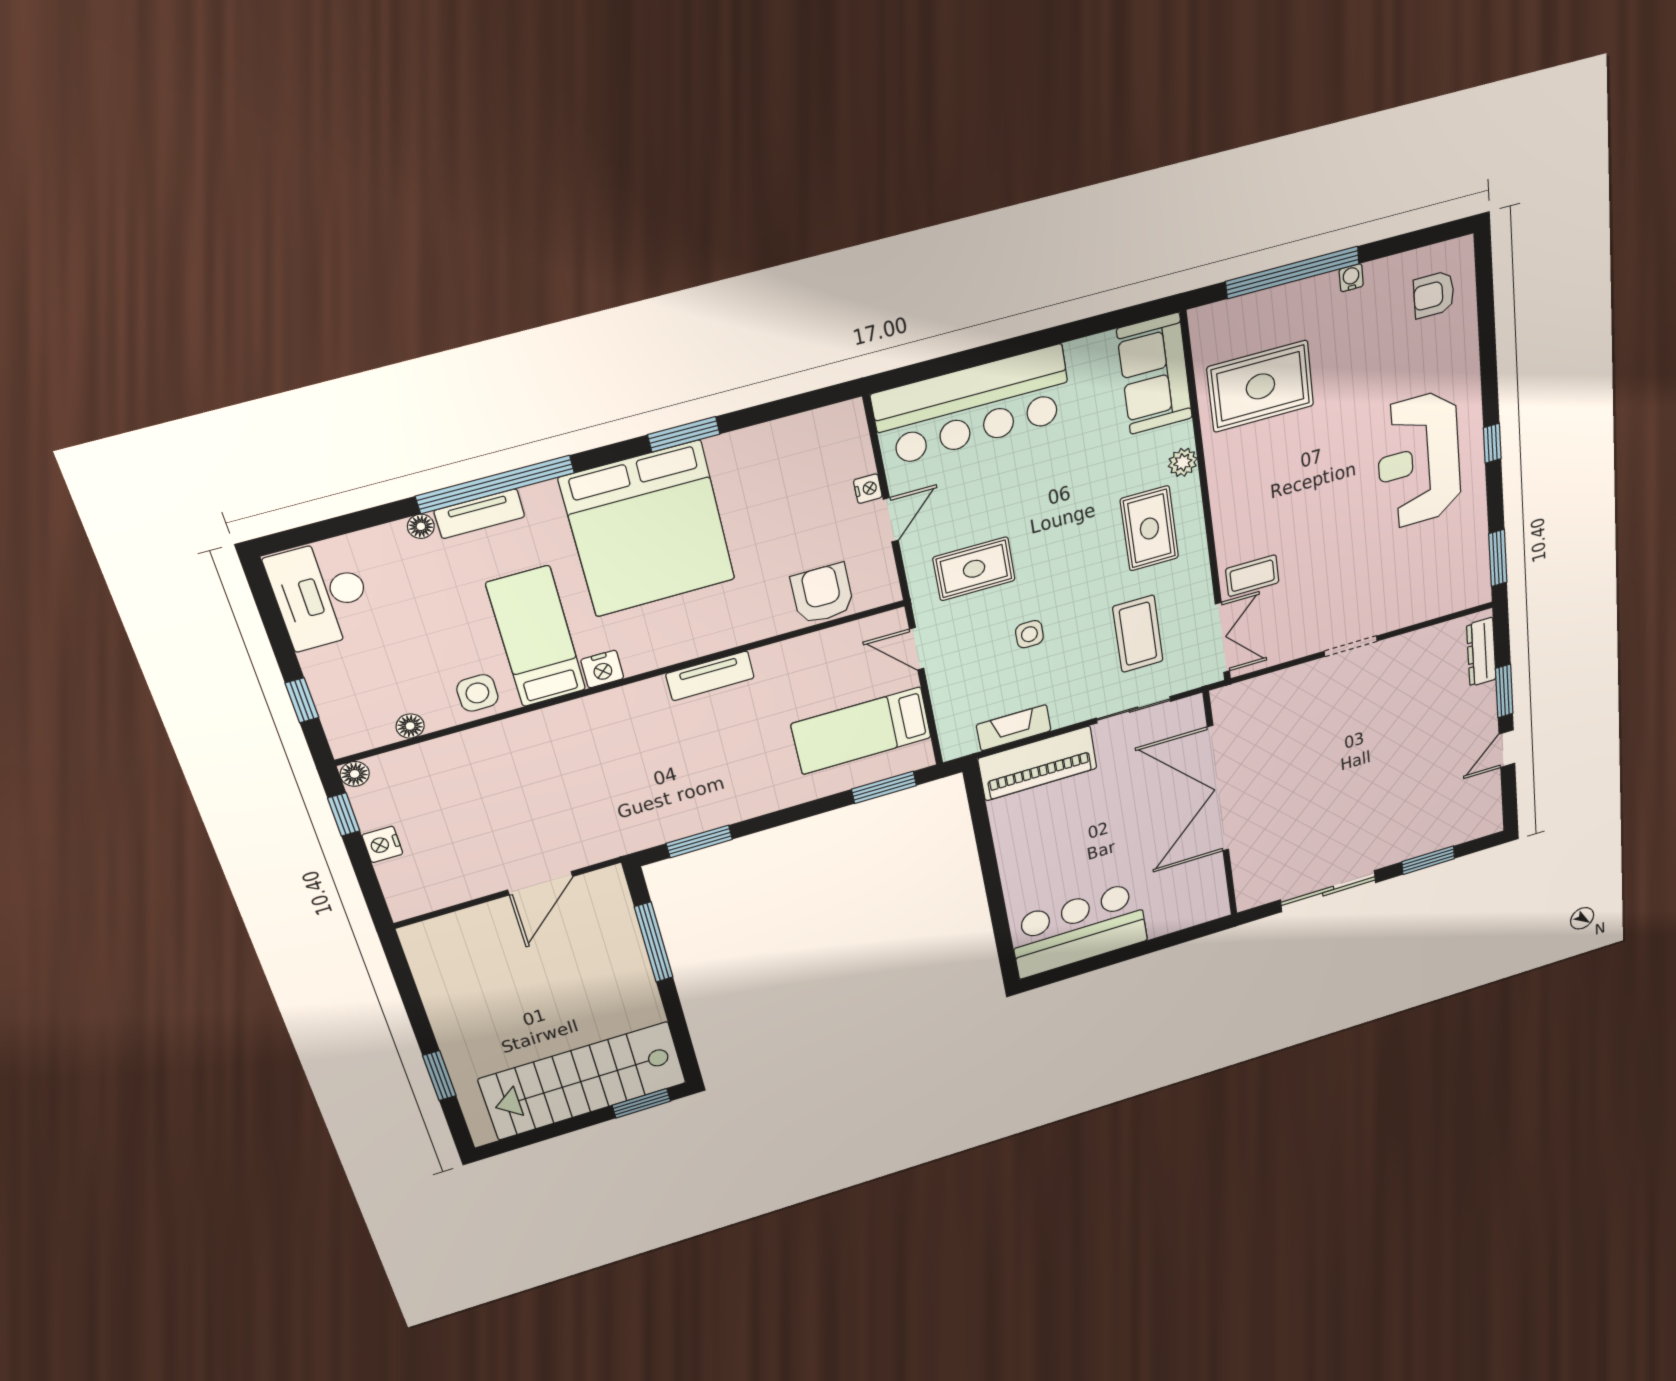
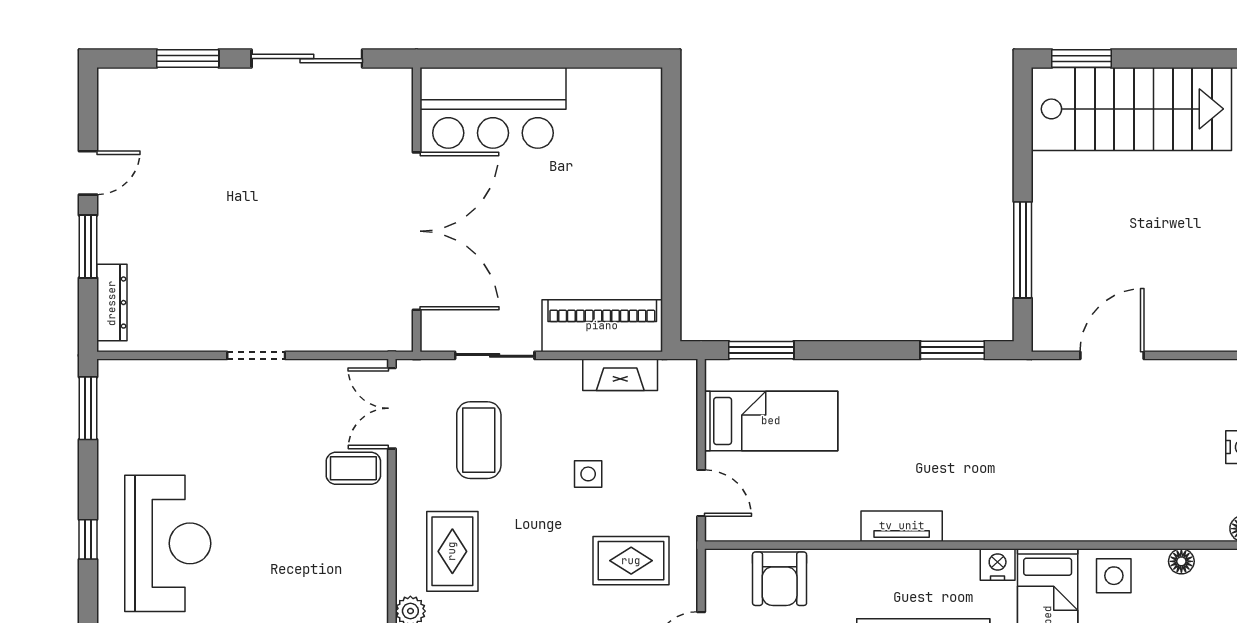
bar counter: (1079, 930) -> (493, 108), moved

